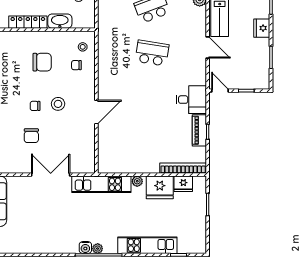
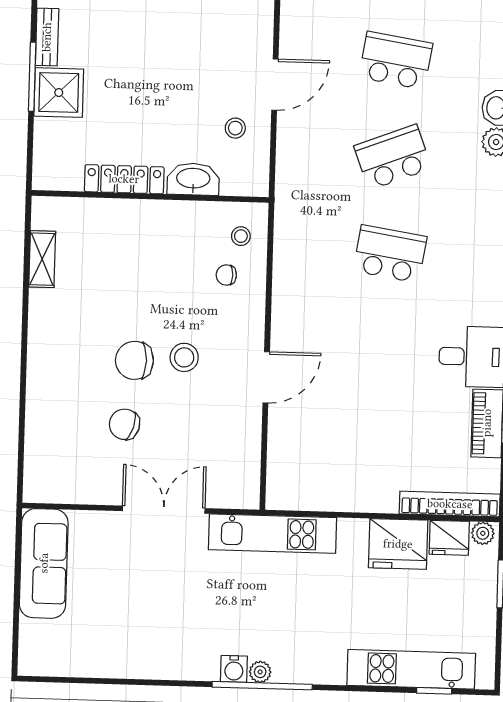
chair: (42, 62) -> (153, 266), removed
chair: (35, 106) -> (134, 360), width x1.87, depth x1.87
chair: (31, 136) -> (124, 424), turned 107
plant: (137, 181) -> (483, 533), moved
kitchen unit: (147, 245) -> (411, 669), moved

